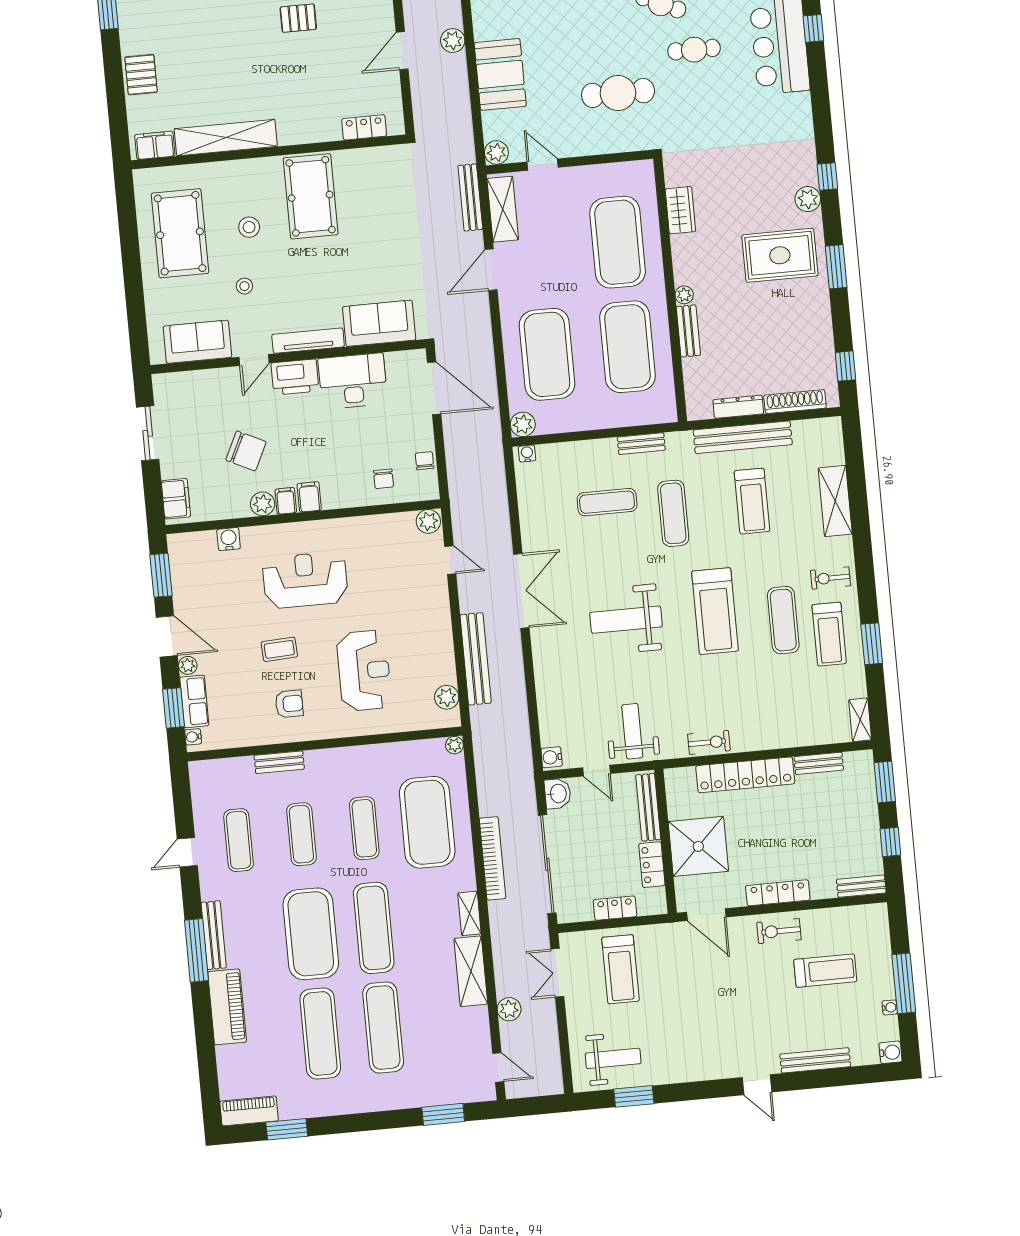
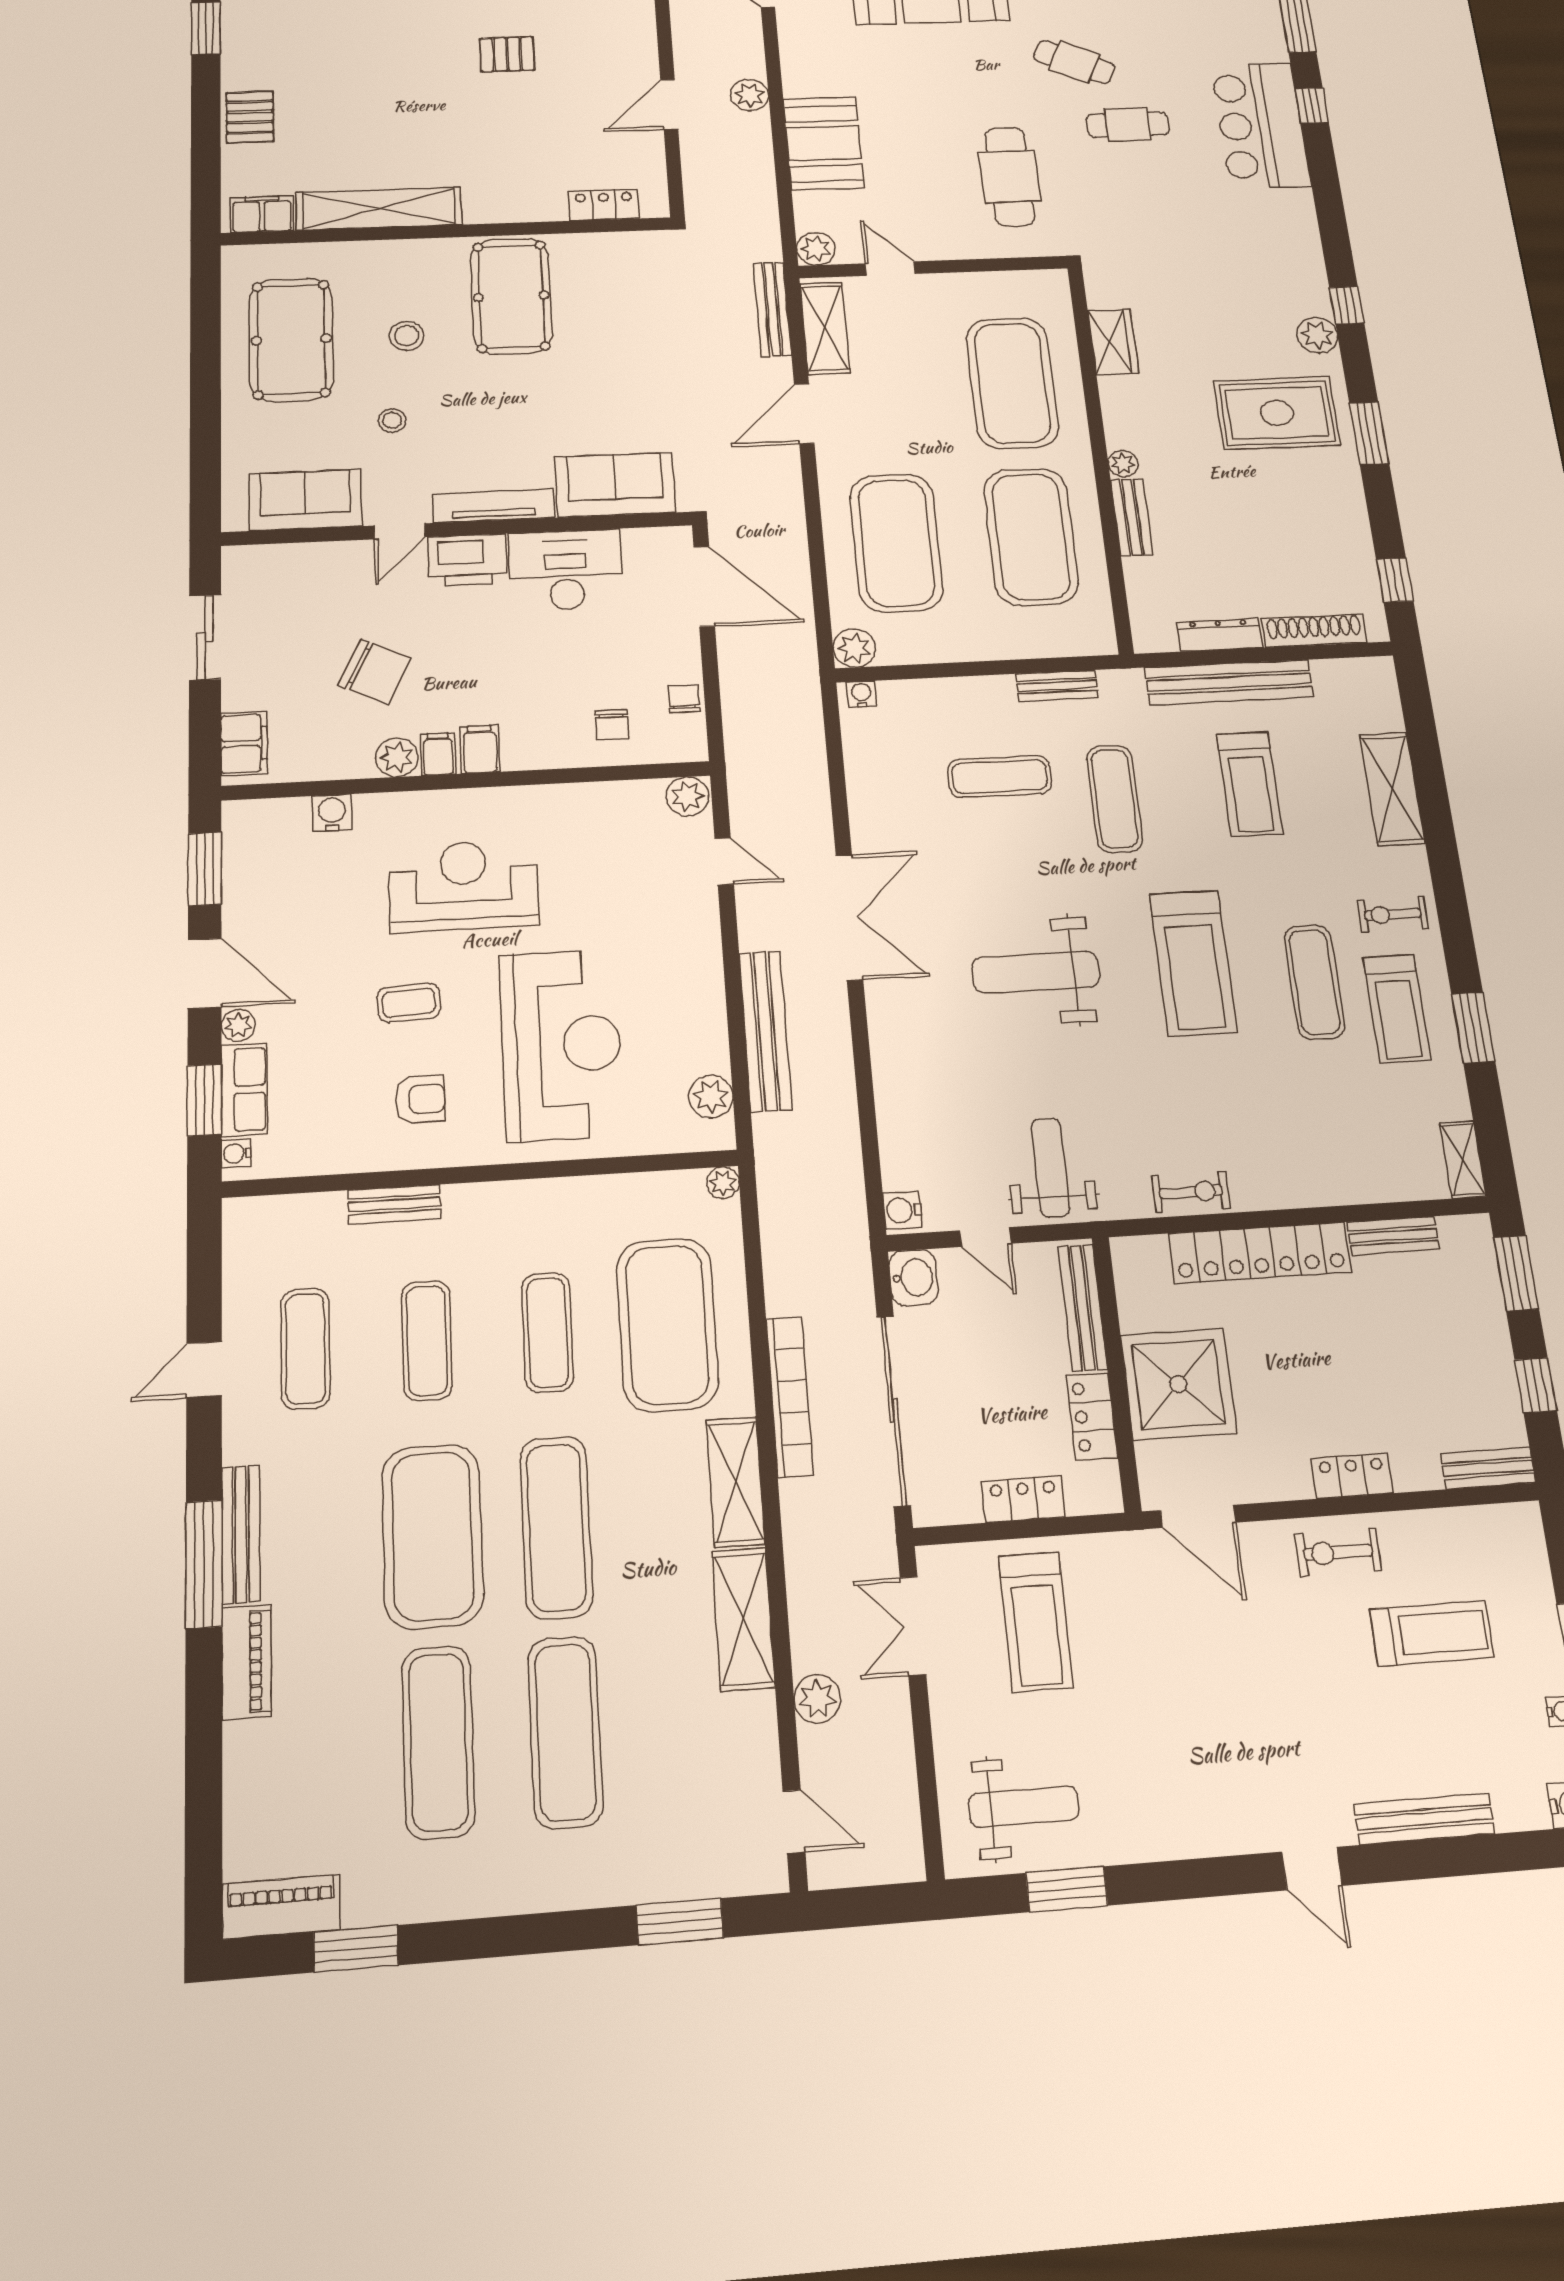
cafe table: (618, 93) -> (1010, 177), turned 90
reception desk: (364, 671) -> (561, 1045), width x1.36, depth x1.30
locker: (778, 893) -> (1352, 1476), width x0.66
shelving: (469, 913) -> (735, 1482), width x1.50, depth x1.33
piano: (227, 1007) -> (246, 1662), width x0.73, depth x0.75

